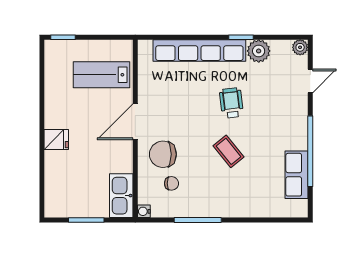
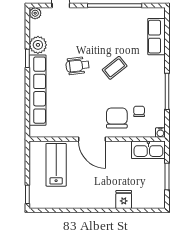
lab bench: (102, 75) -> (56, 165), turned 180
fridge: (56, 139) -> (124, 199), moved
chair: (163, 154) -> (117, 118), turned 180
row of seats: (296, 175) -> (157, 37), moved, turned 90

